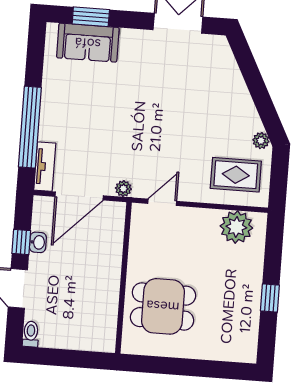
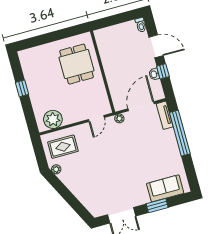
window: (91, 17) -> (157, 206), moved
dining table: (163, 306) -> (77, 64), turned 90

